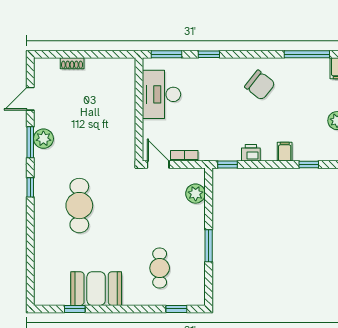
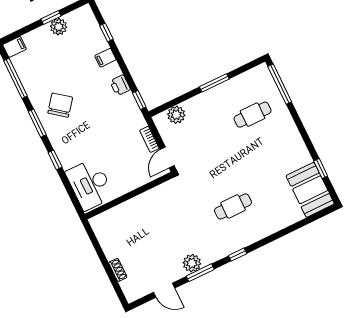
window: (166, 54) -> (37, 123), moved
desk: (161, 94) -> (90, 184), moved, turned 90
cafe table: (79, 206) -> (233, 206), width x0.73, depth x0.74
booth: (96, 289) -> (310, 190), moved
window: (176, 309) -> (280, 84), width x2.17

